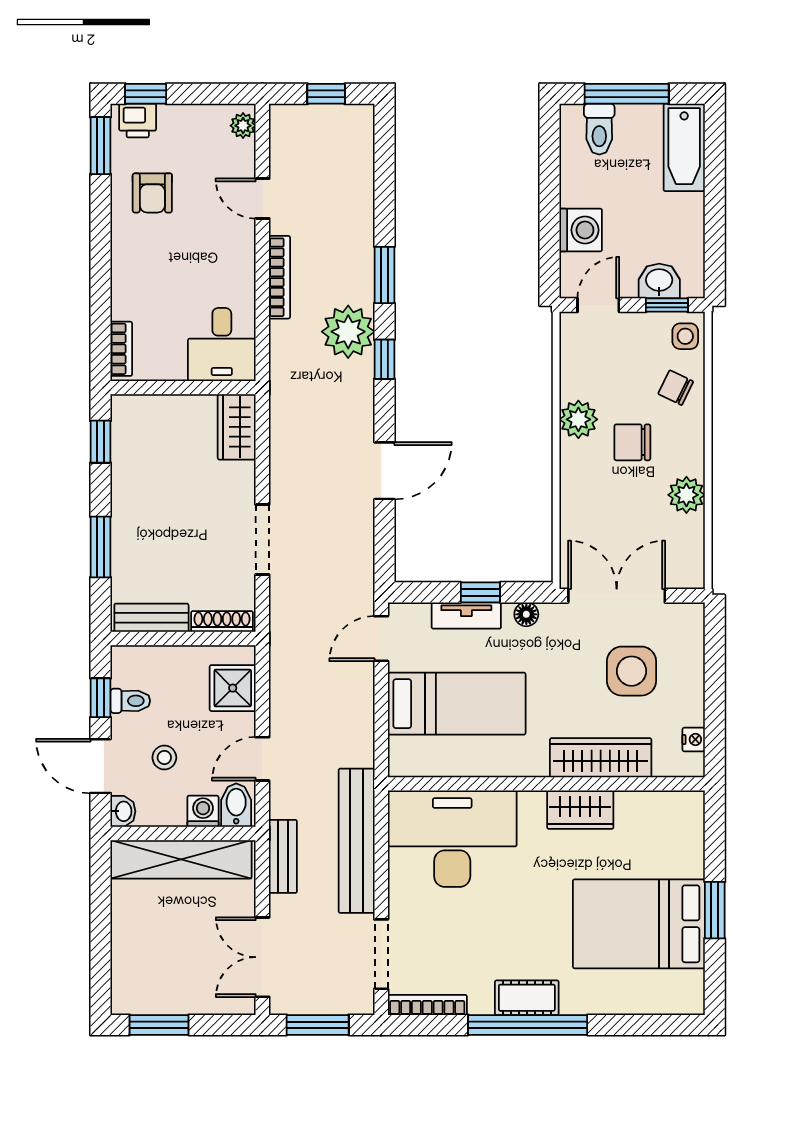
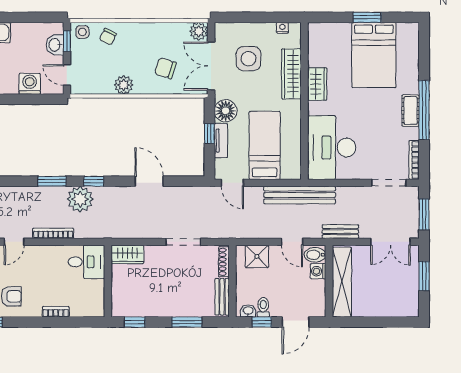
bookcase: (121, 349) -> (56, 312), moved
chair: (632, 442) -> (165, 68), moved, turned 107
plant: (686, 495) -> (199, 31), moved
floor lamp: (526, 614) -> (226, 111), width x1.89, depth x1.89
stool: (164, 758) -> (291, 290), removed
washbasin: (123, 811) -> (248, 311), moved
bench: (357, 841) -> (300, 195), moved
window: (159, 1025) -> (424, 276), moved

